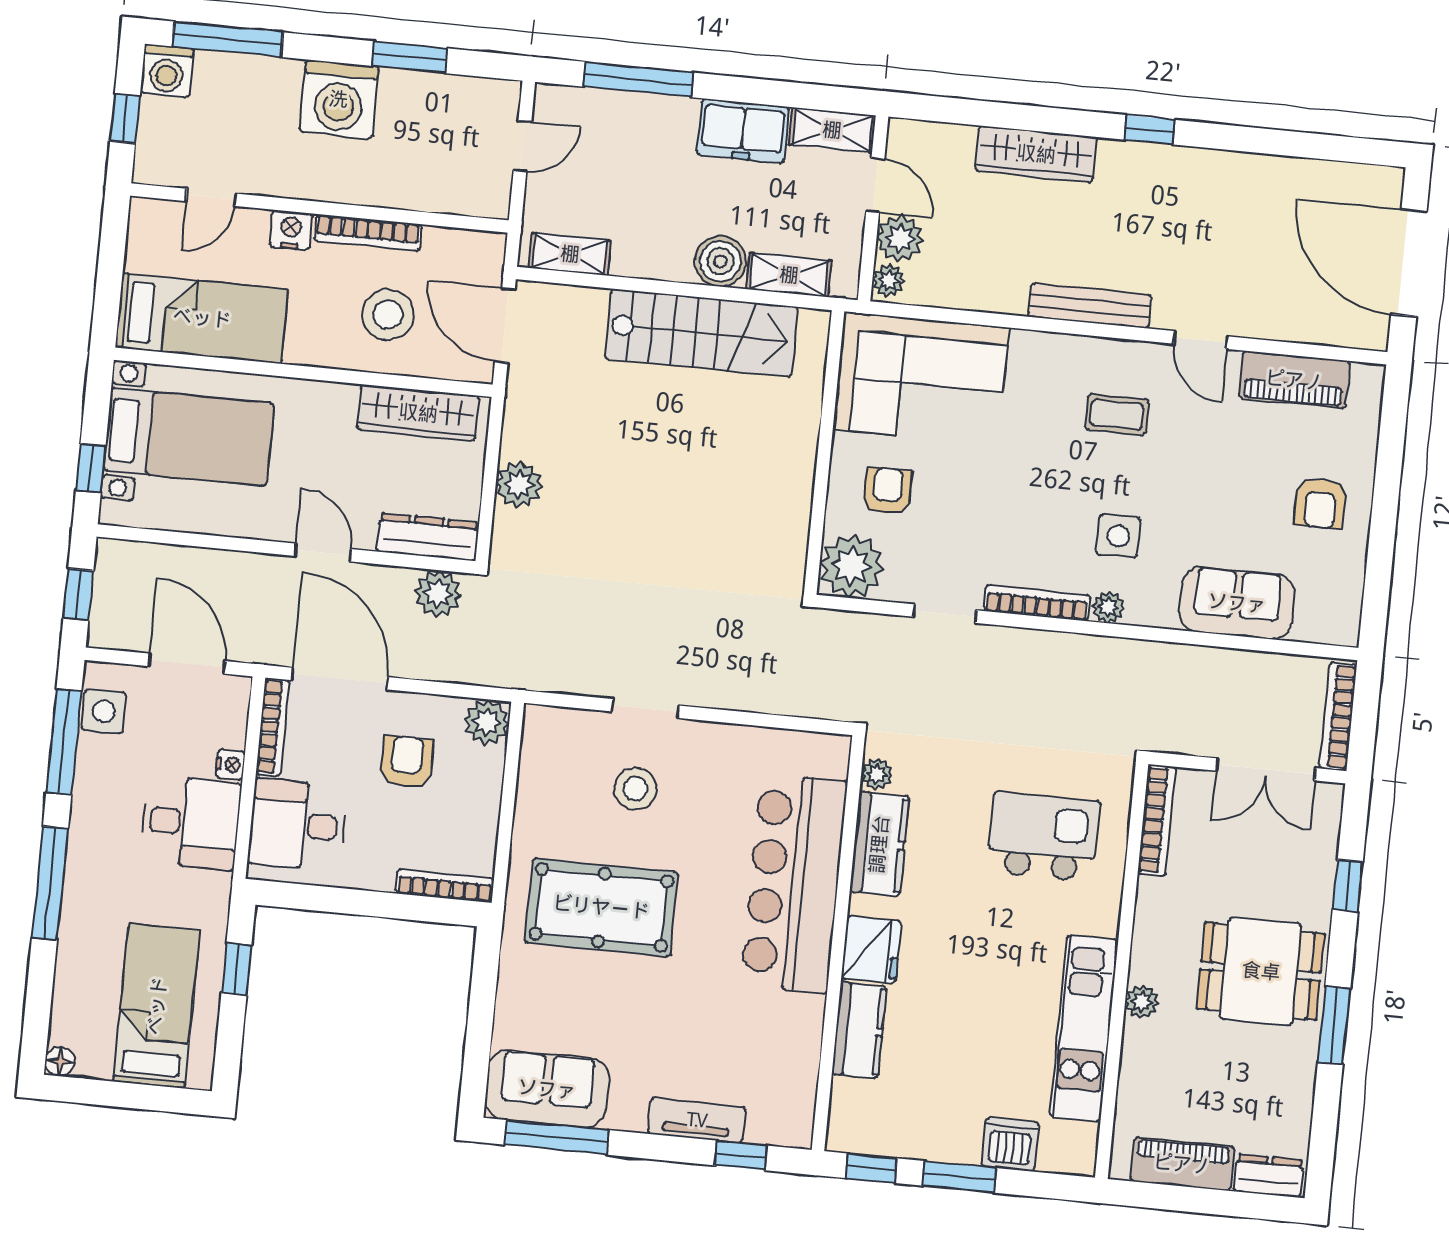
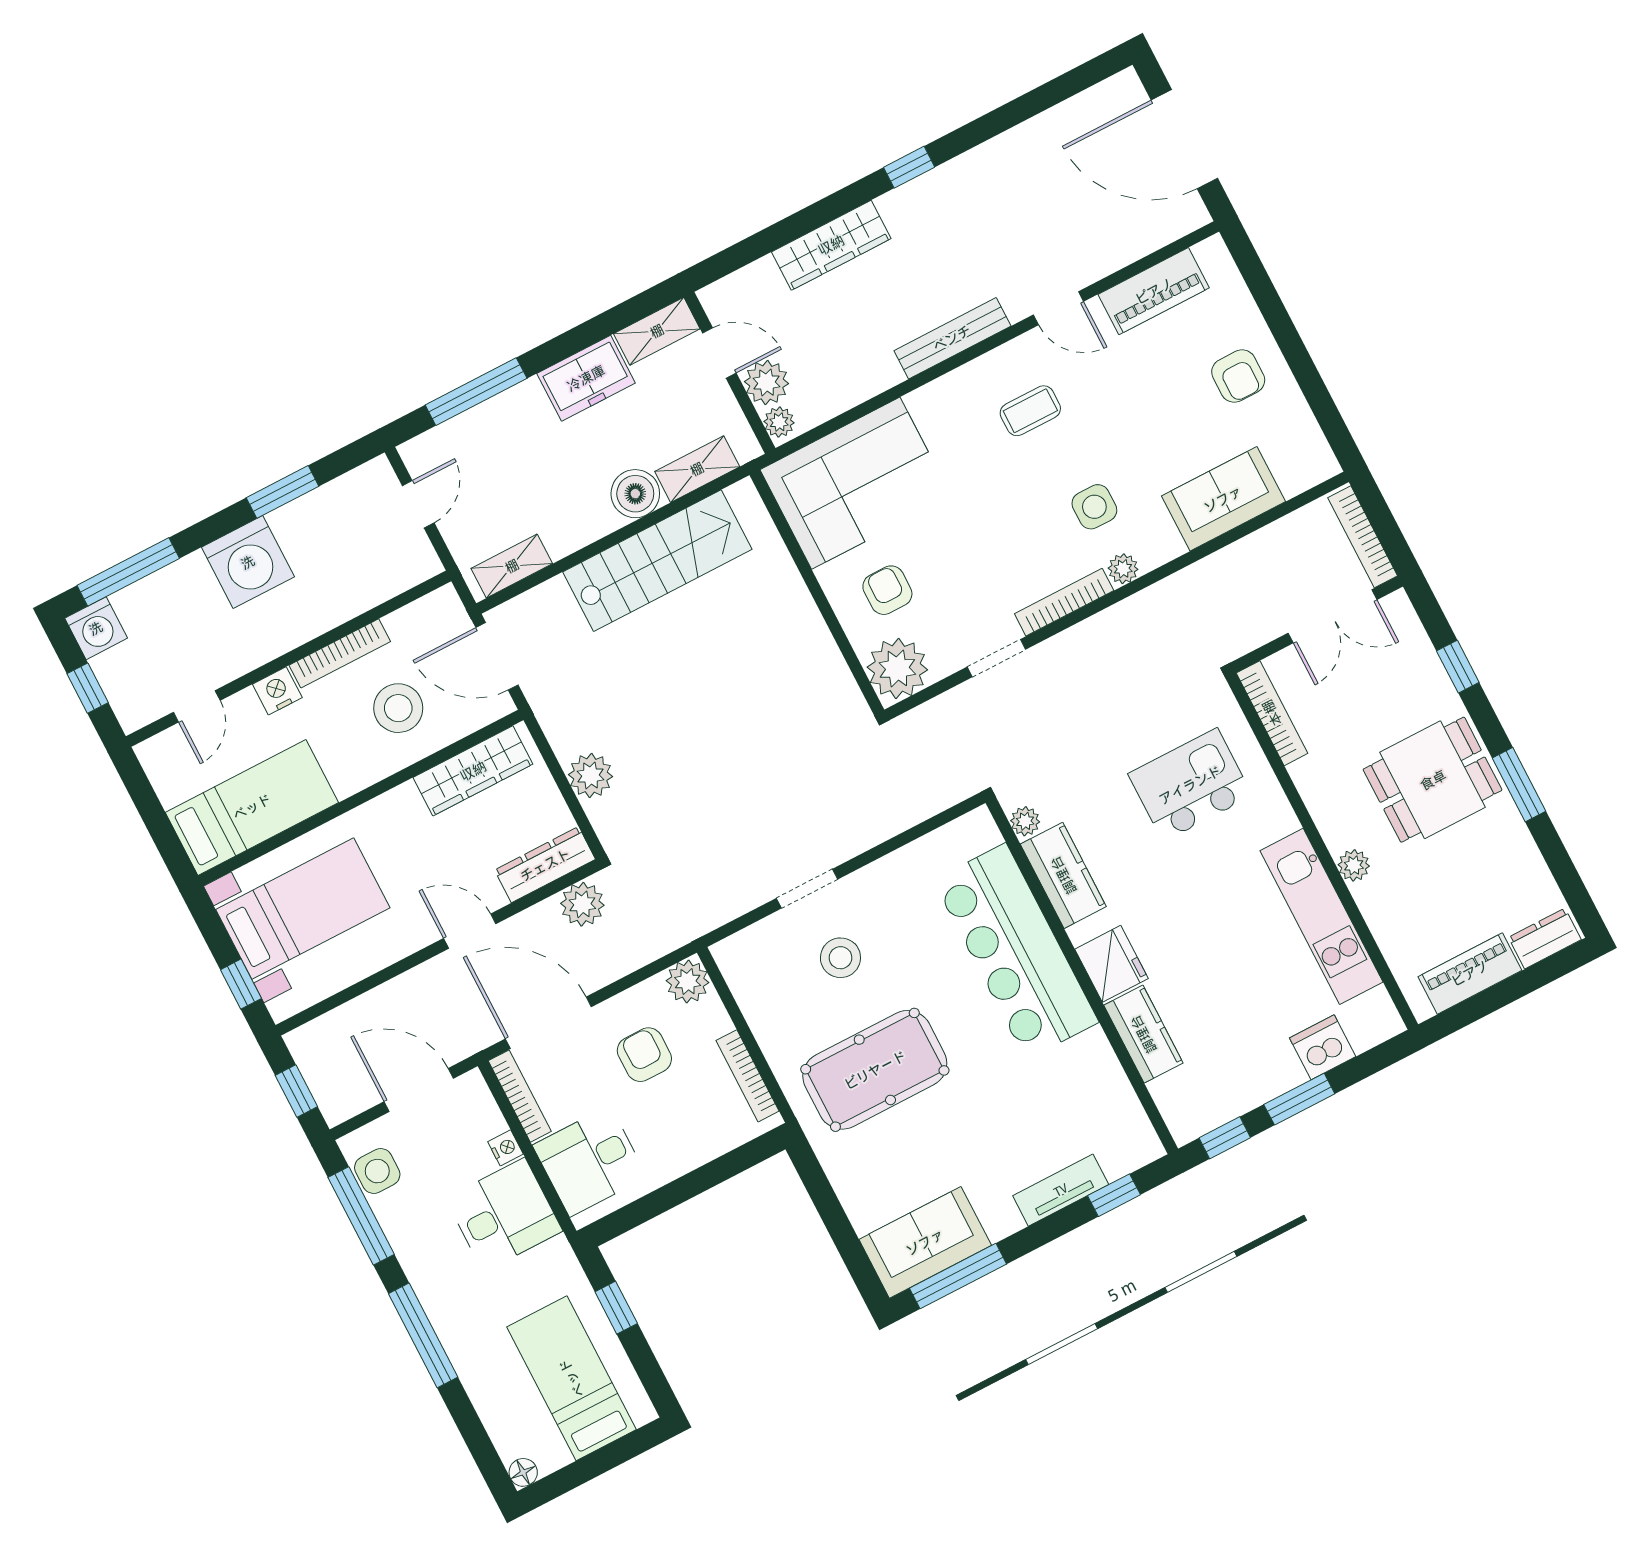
bookcase: (445, 886) -> (748, 1076), moved, turned -90

